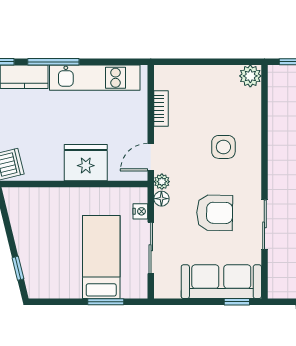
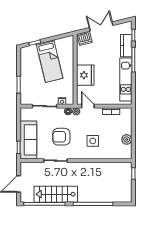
plant: (250, 76) -> (127, 139), moved
armchair: (215, 213) -> (61, 137), turned 89
bed: (101, 257) -> (50, 61), moved, turned 76

